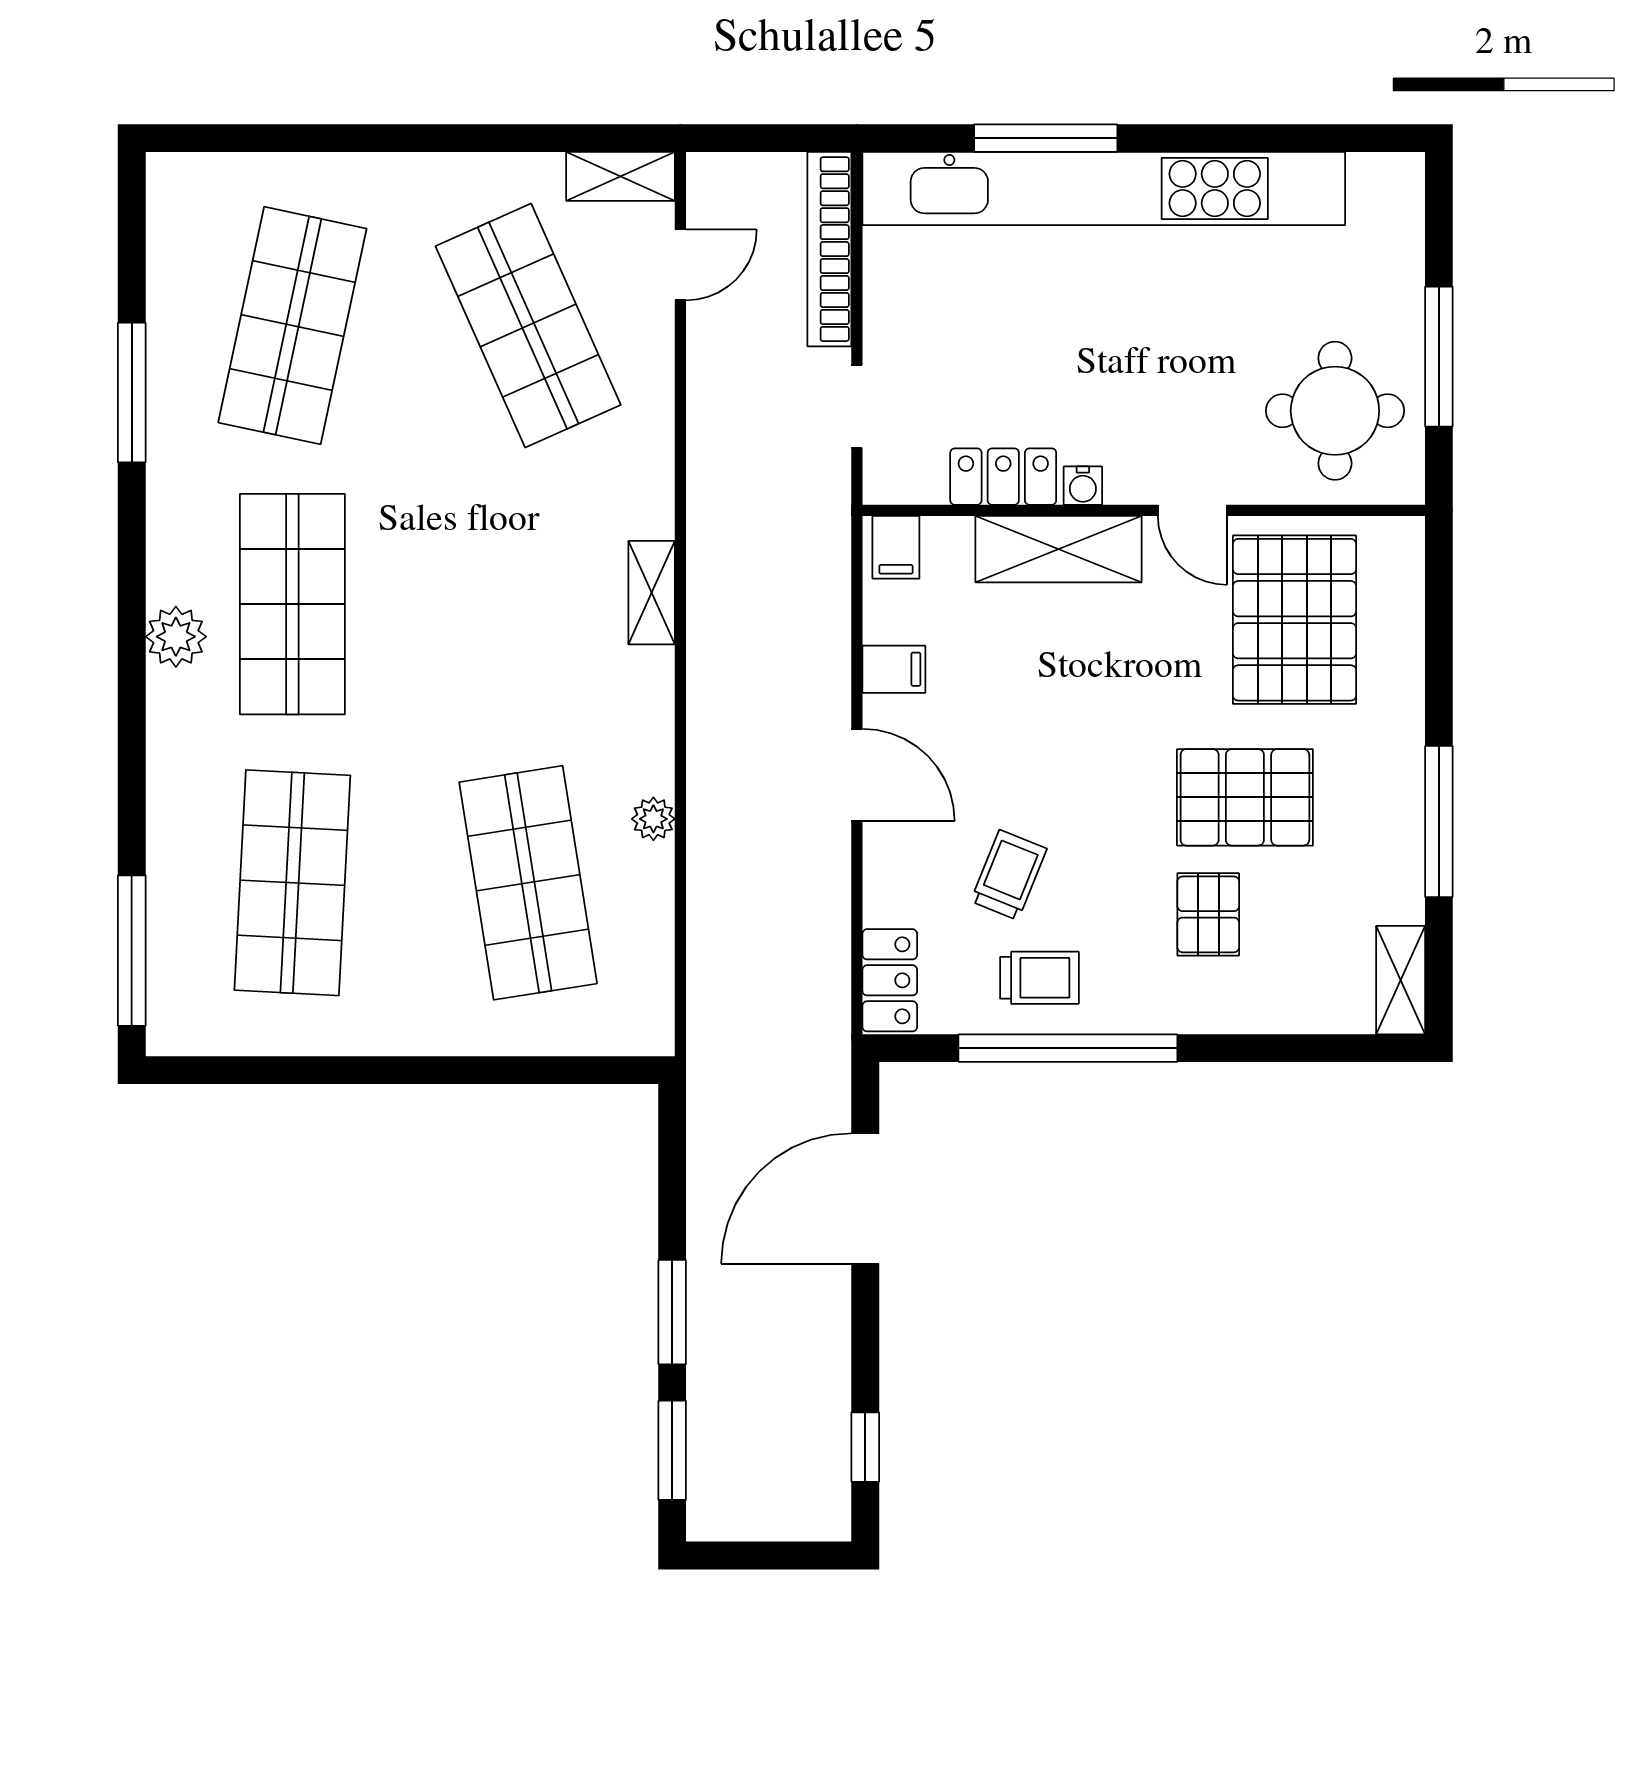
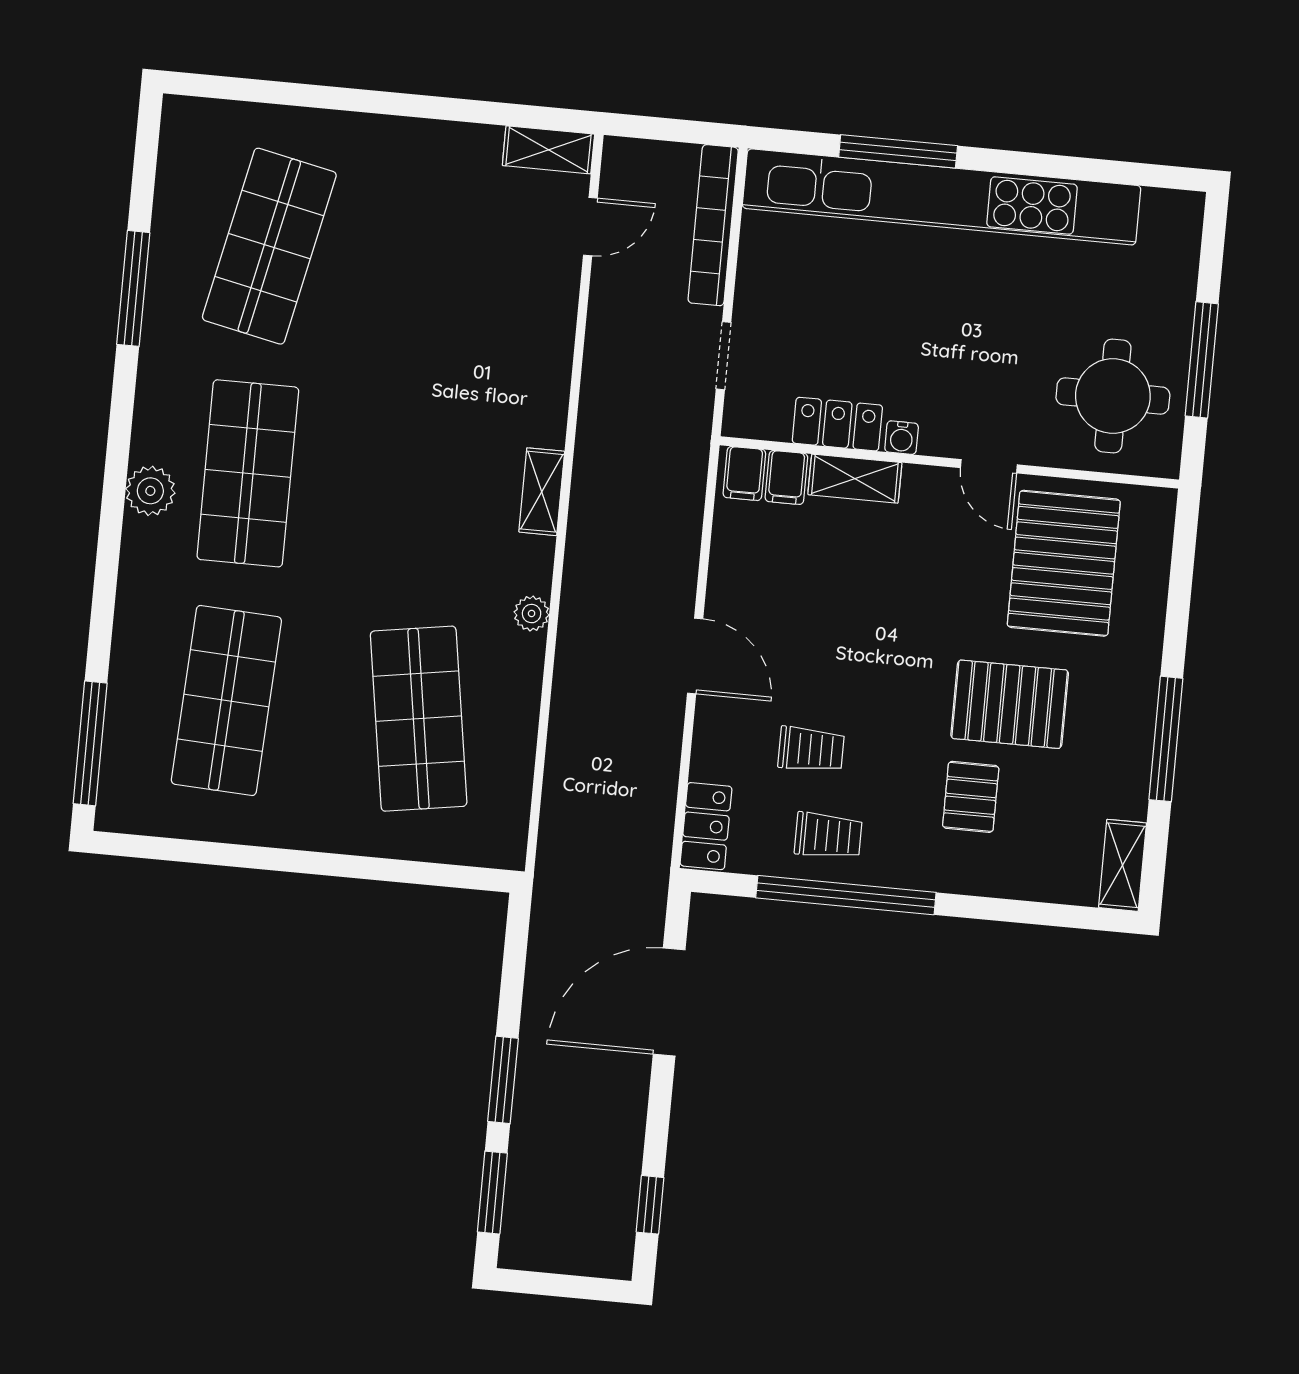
shop shelf: (528, 326) -> (462, 264), removed
shelving: (1059, 549) -> (855, 479), width x0.67, depth x0.75
filing cabinet: (894, 669) -> (786, 477), moved, turned 90
plant: (653, 819) -> (532, 614), moved
trolley: (1009, 875) -> (811, 749), turned 68

